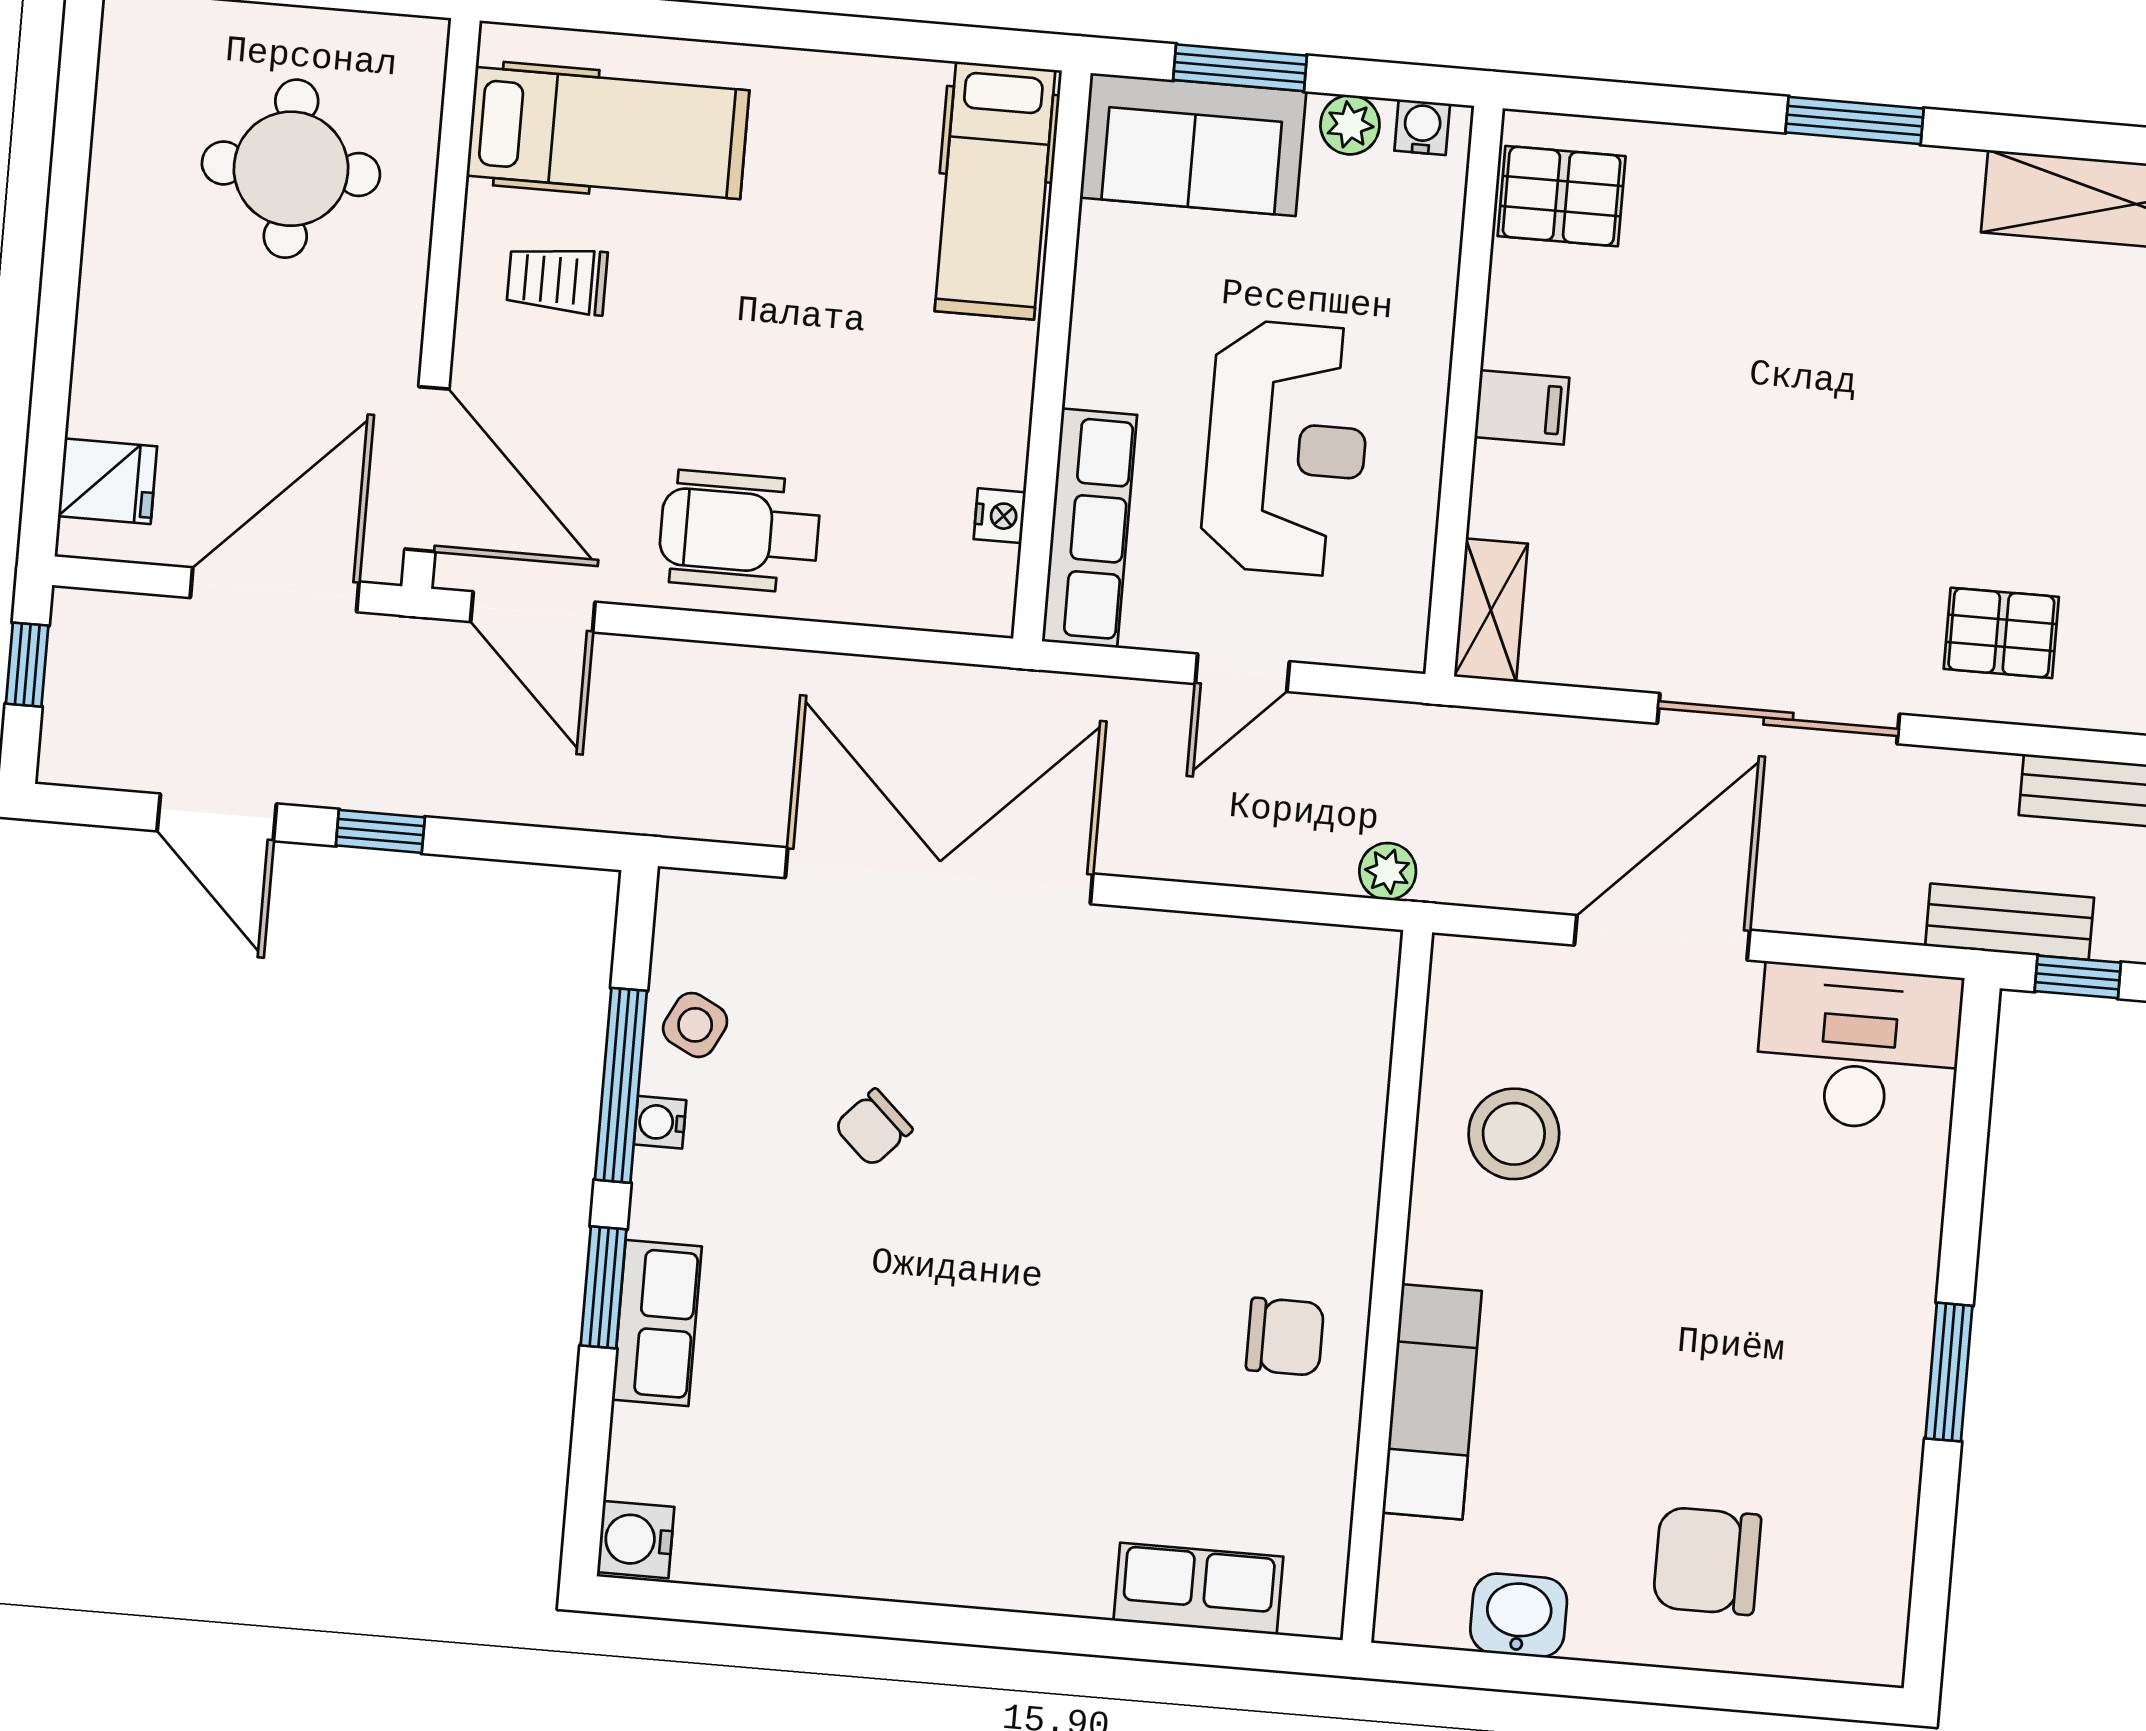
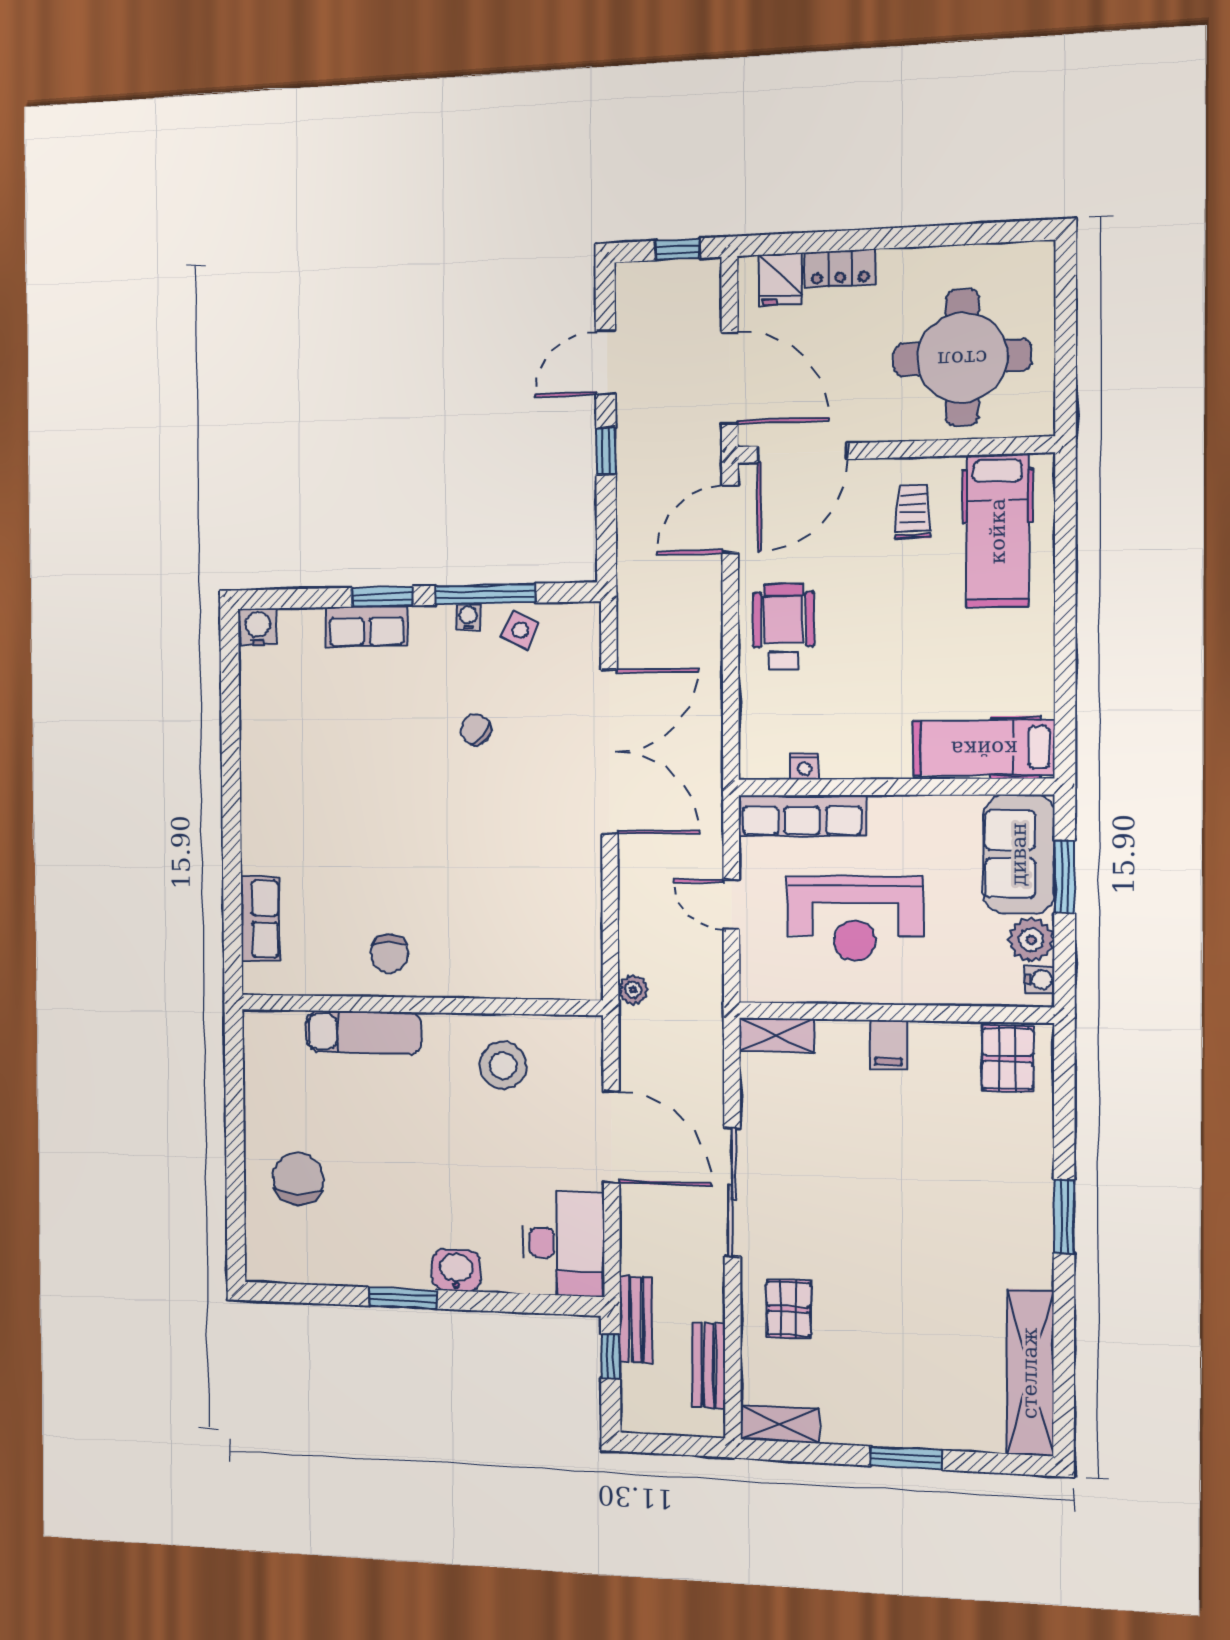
plant: (1350, 125) -> (1031, 940), width x1.38, depth x1.38
round table: (291, 169) -> (962, 358), width x1.36, depth x1.36
locker: (103, 372) -> (840, 269), added
washbasin: (1519, 1615) -> (456, 1270), moved, turned -90

